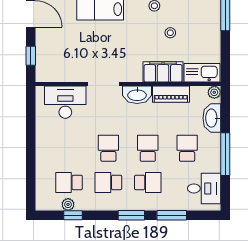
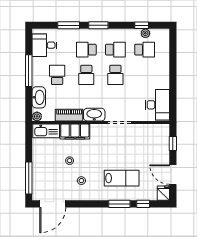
desk: (65, 102) -> (157, 105), moved, turned -90
school desk: (187, 148) -> (57, 75), turned 180

